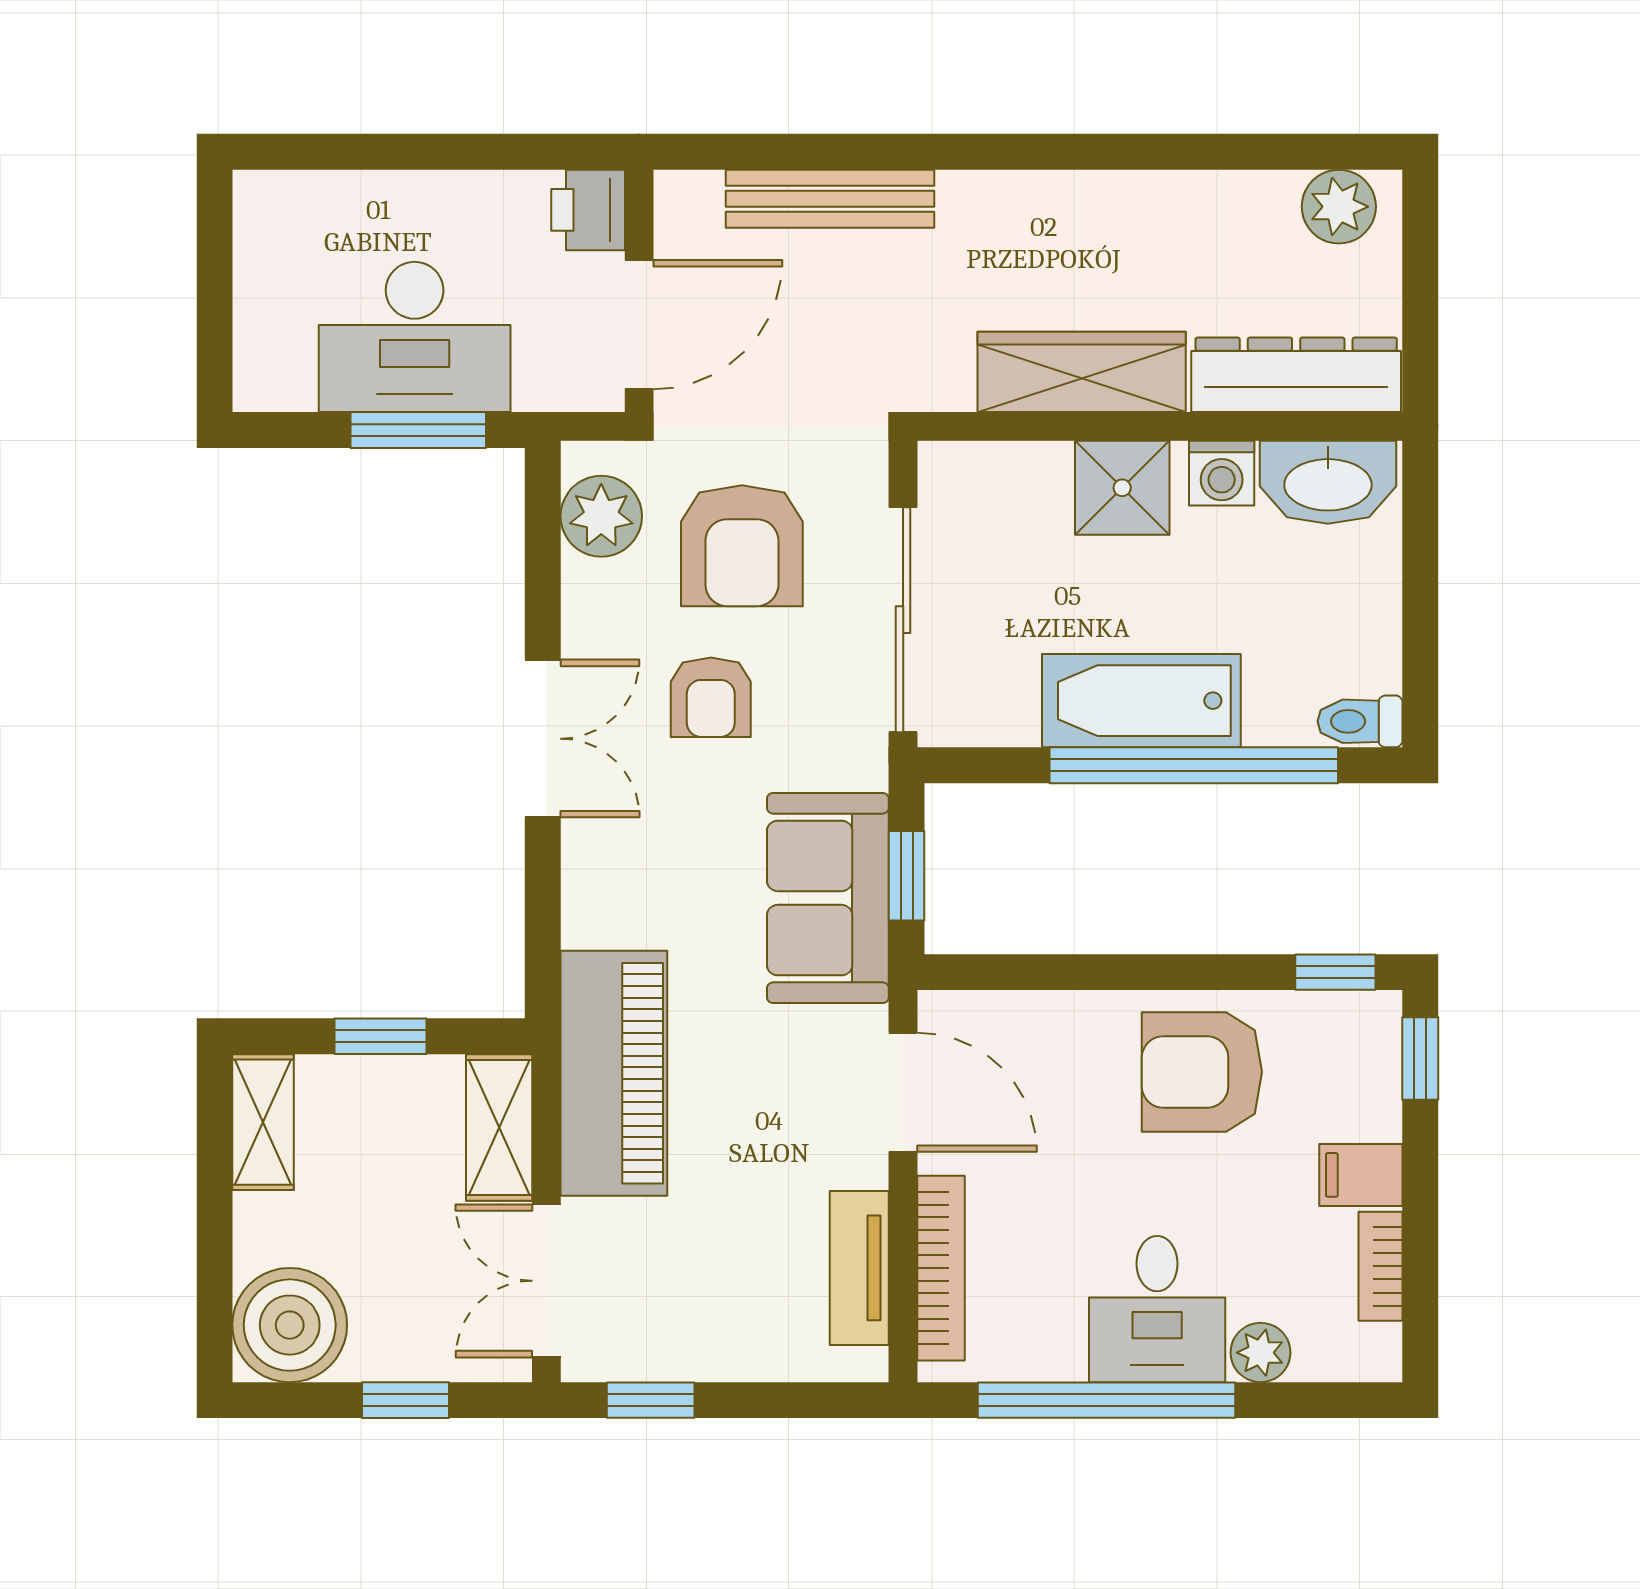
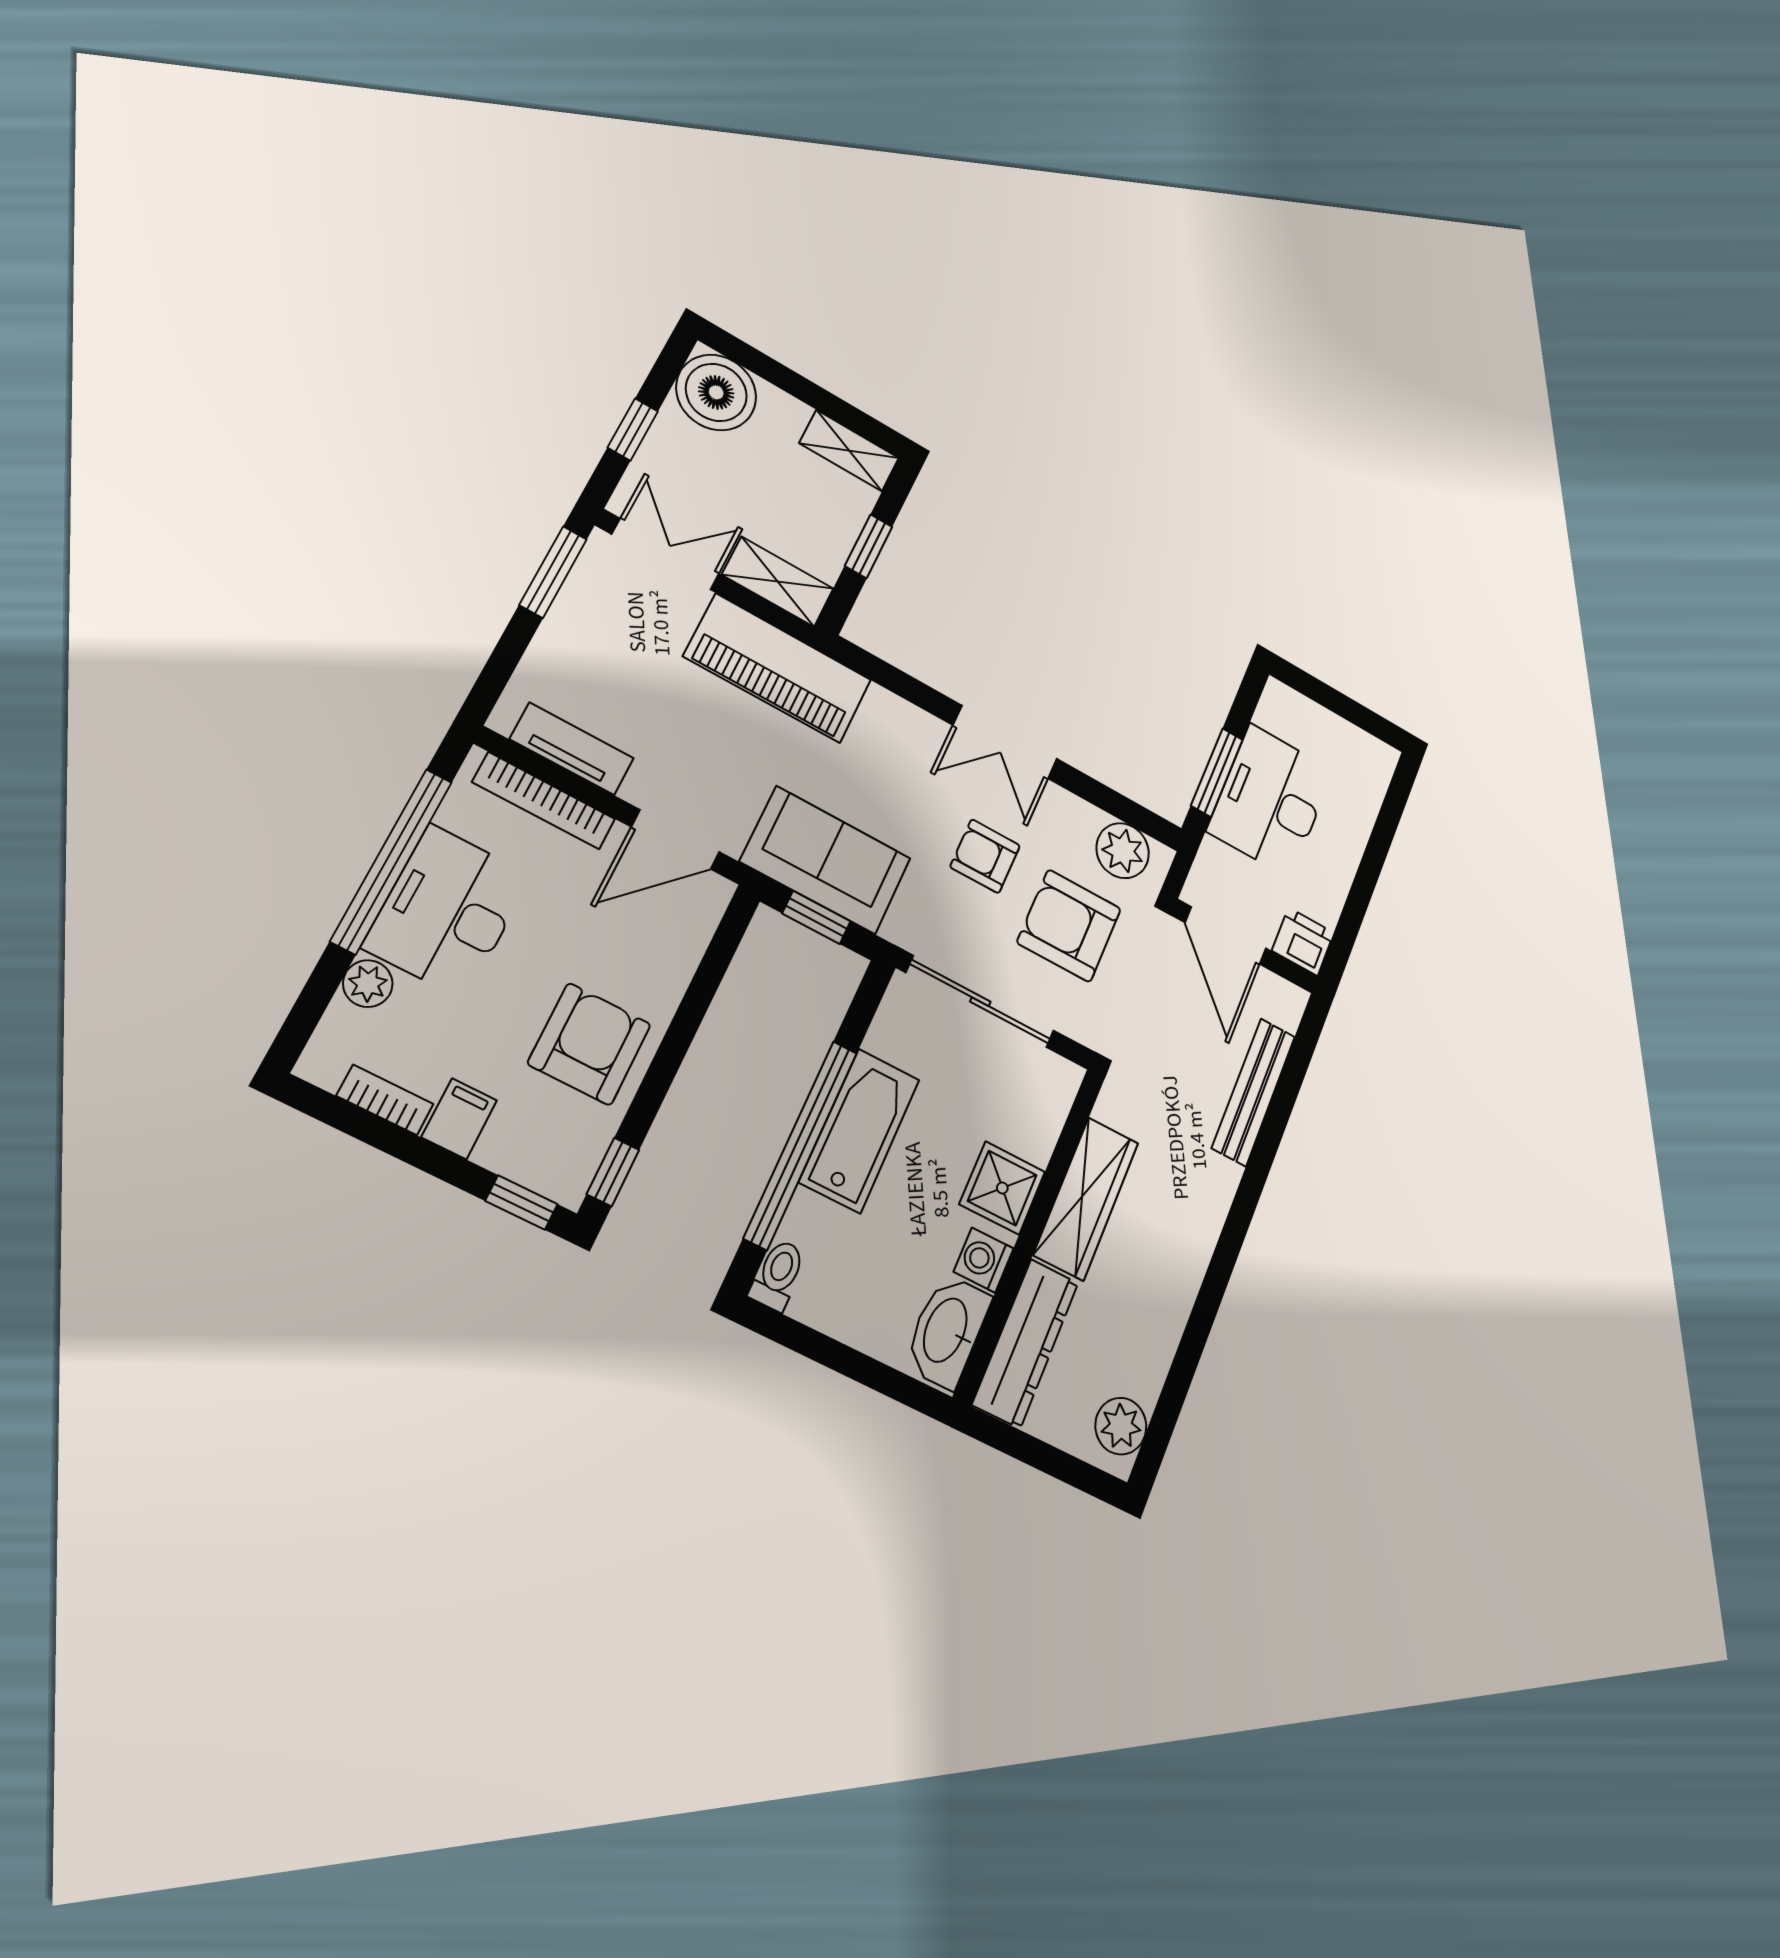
desk: (1157, 1309) -> (447, 911), width x1.37
window: (651, 1400) -> (553, 572), width x1.50

